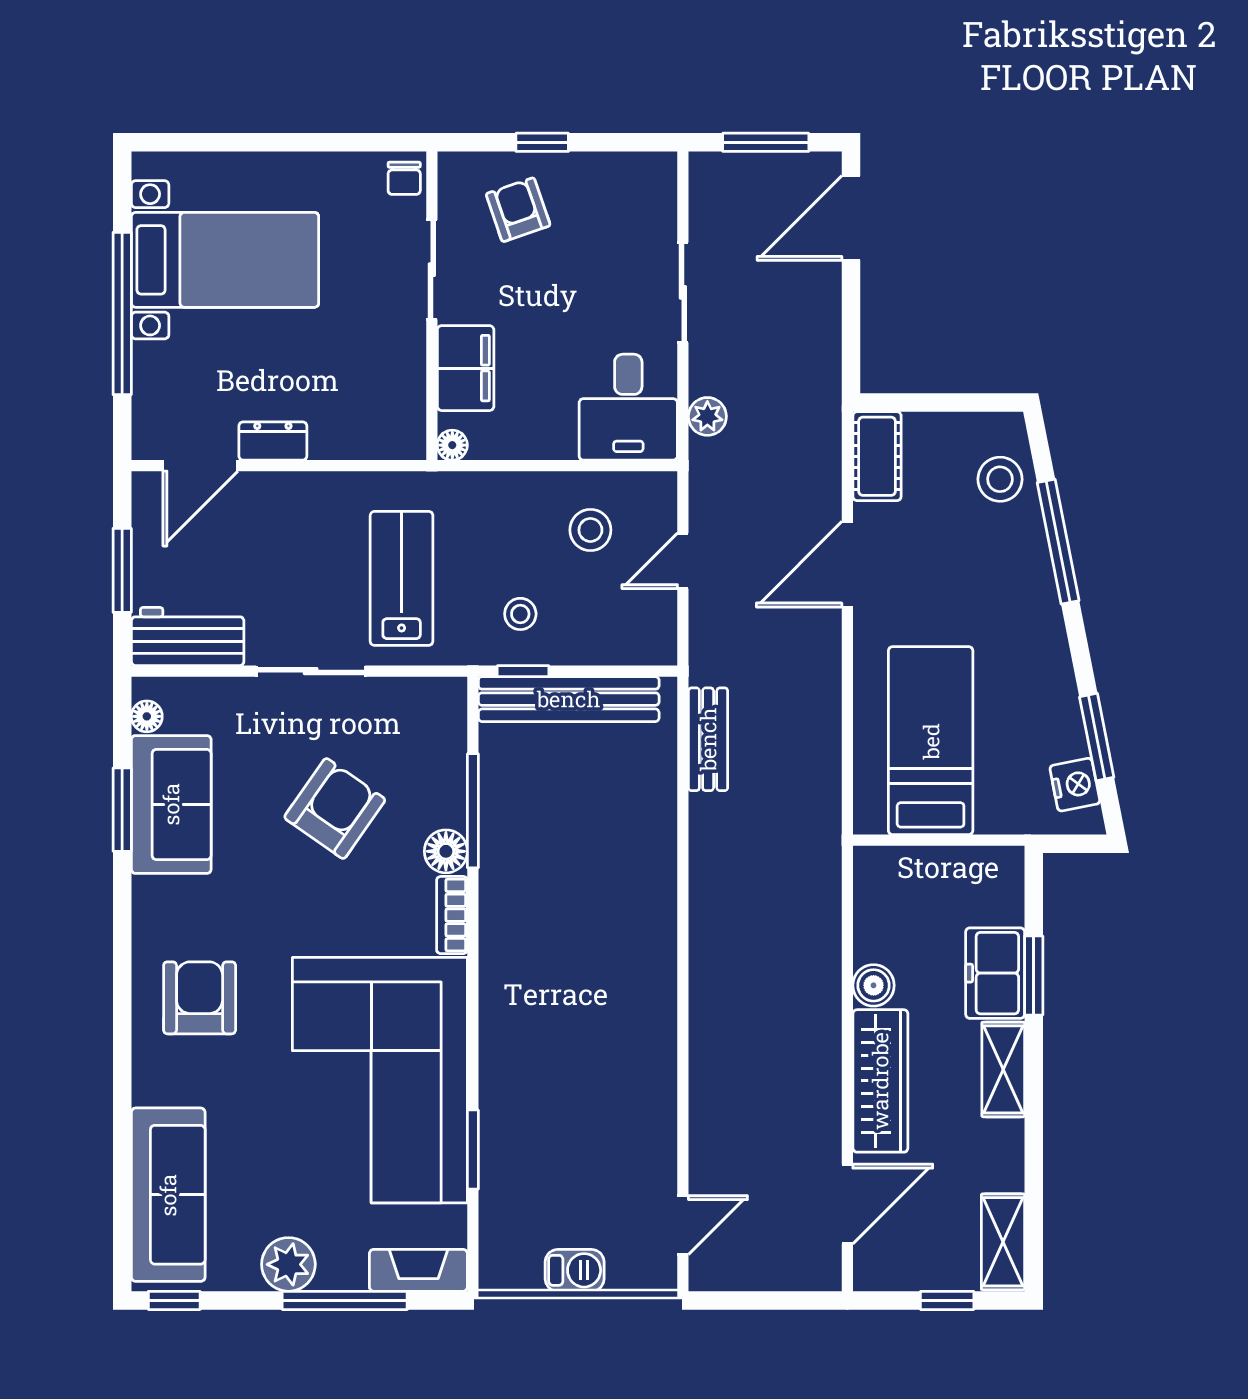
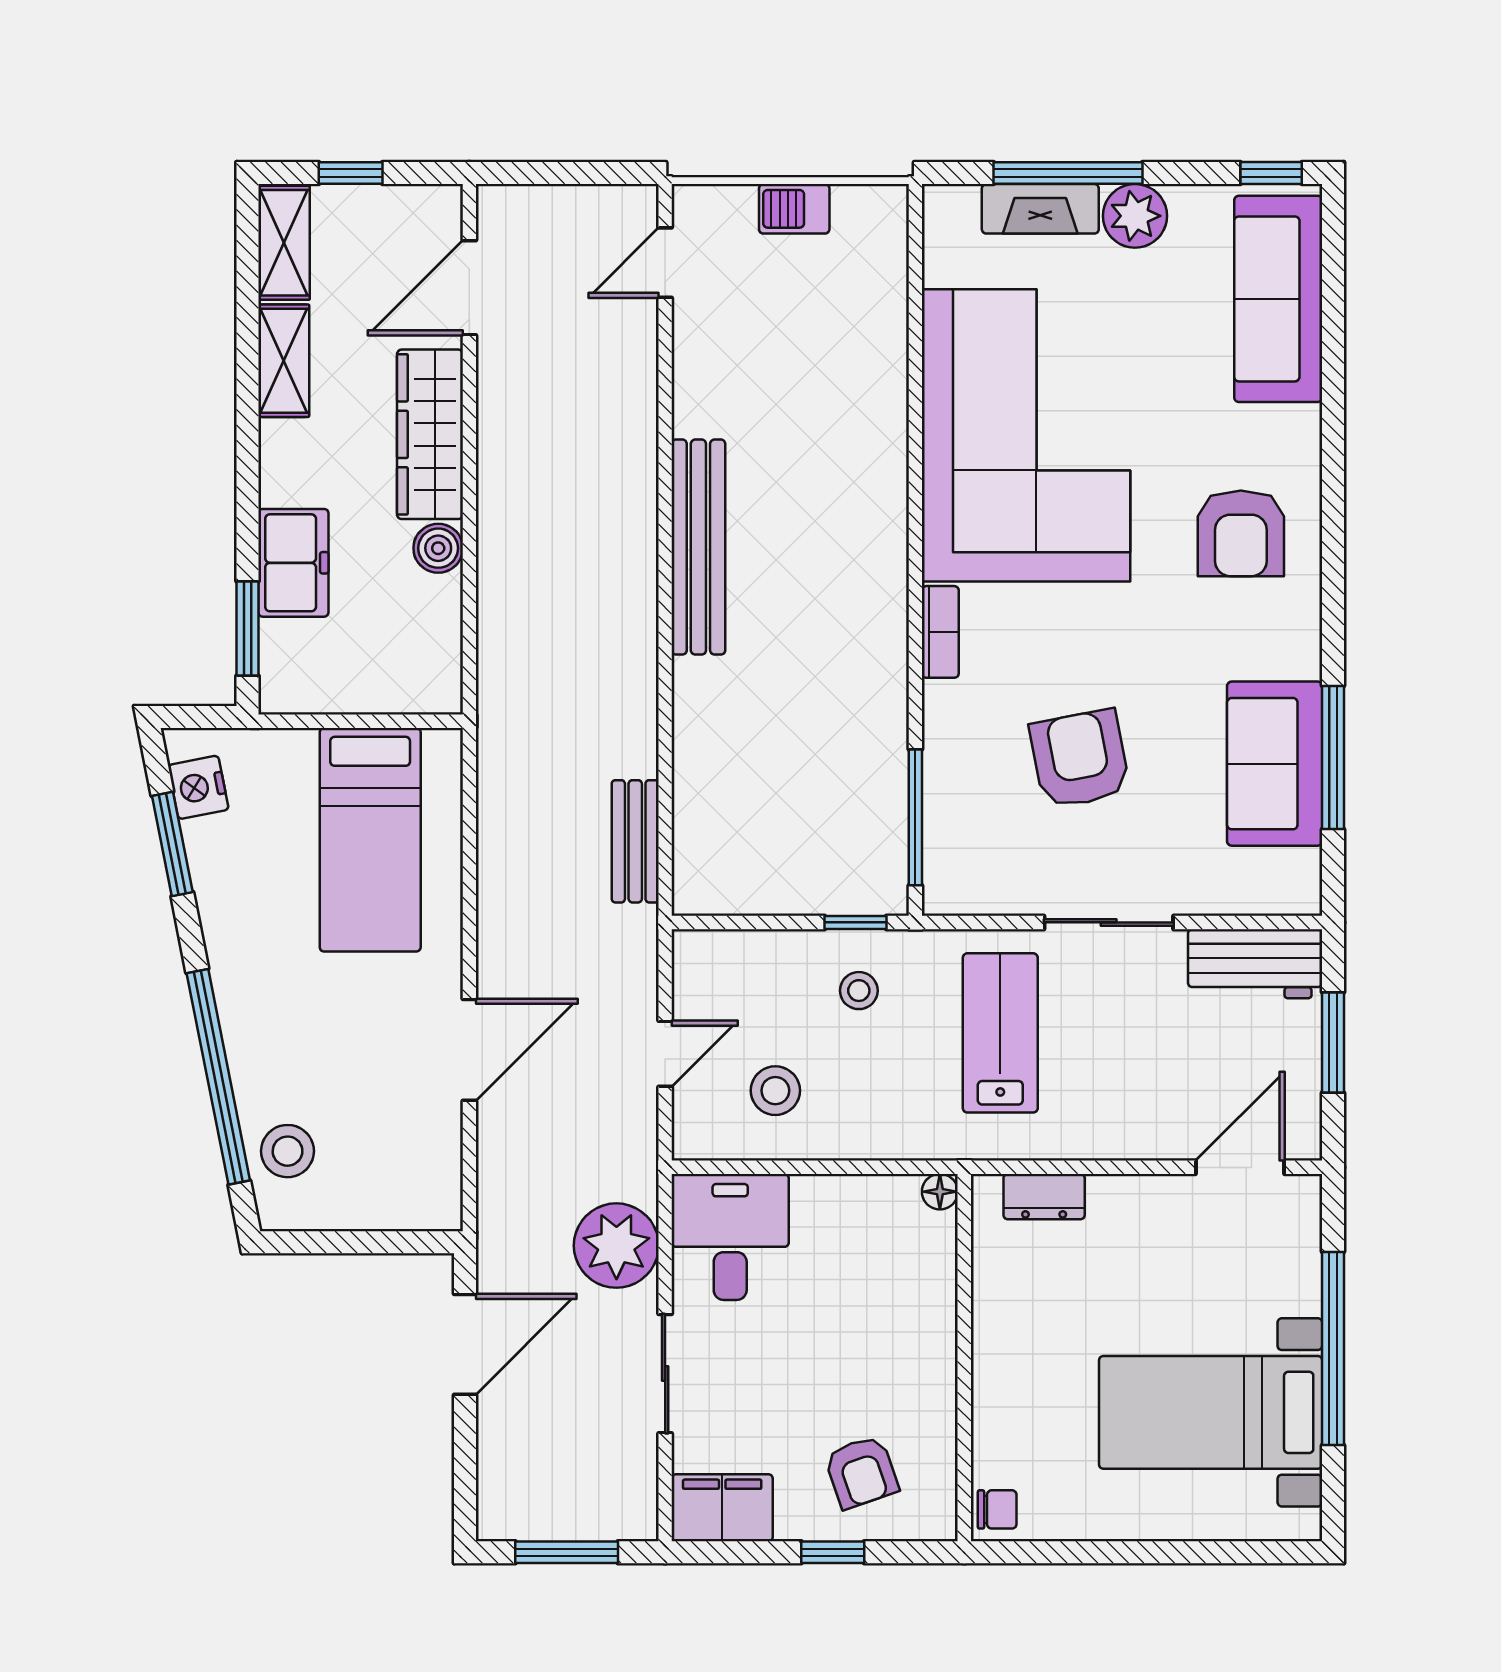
chair: (404, 178) -> (997, 1509), turned 90
door: (851, 218) -> (465, 1344), moved
sliding door: (432, 270) -> (964, 1401), removed
filing cabinet: (466, 368) -> (722, 1508), moved, turned 90
plant: (707, 416) -> (616, 1246), width x1.88, depth x1.88
dresser: (273, 441) -> (1044, 1197), moved
cot: (877, 456) -> (434, 1178), removed
window: (1058, 542) -> (218, 1077), width x1.46
lab bench: (402, 578) -> (1000, 1033), turned 180
bench: (569, 699) -> (698, 547), moved, turned 90
floor lamp: (147, 716) -> (1304, 869), removed
armchair: (335, 808) -> (1080, 759), turned 134
window: (122, 810) -> (1333, 758), width x1.44
window: (473, 811) -> (915, 817), moved
floor lamp: (446, 851) -> (947, 708), removed
window: (1034, 975) -> (247, 628), moved
shelving: (1003, 1069) -> (284, 361), moved
window: (473, 1150) -> (915, 353), removed
fireplace: (418, 1270) -> (1040, 209), moved

